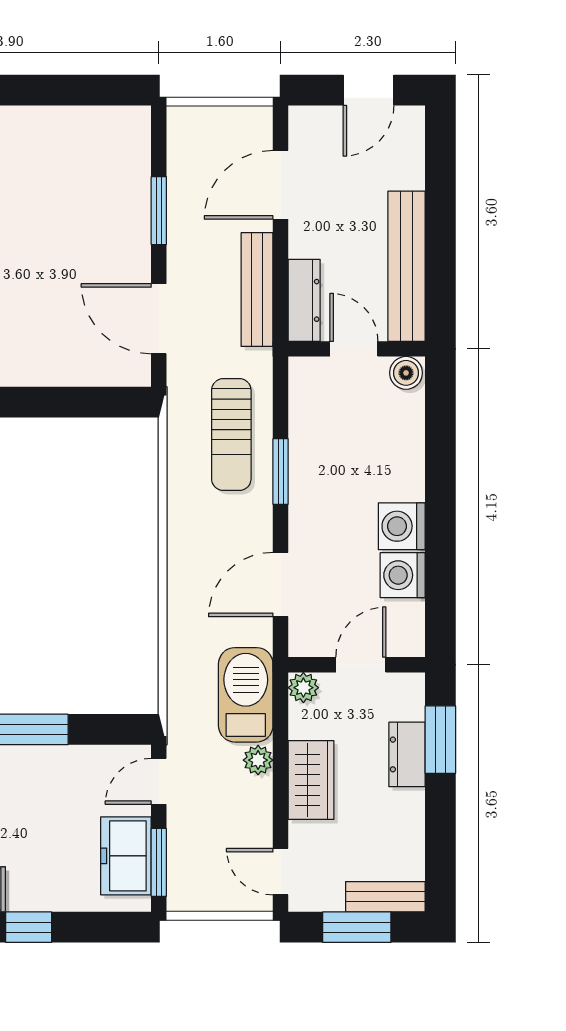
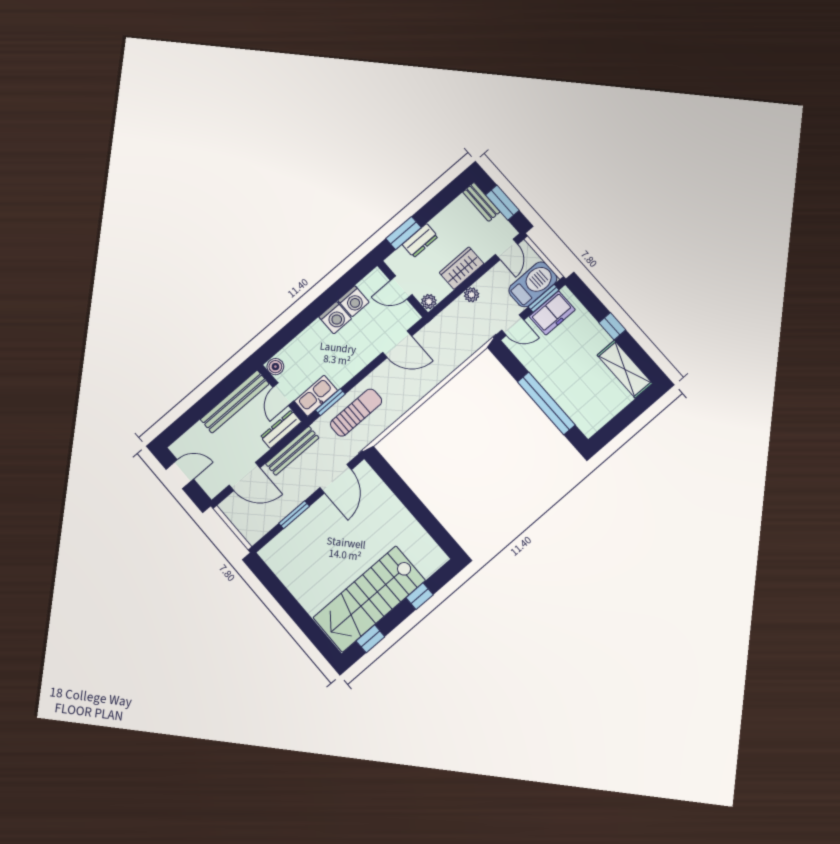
kitchen sink: (309, 396) -> (316, 396), added
window: (281, 471) -> (330, 402), moved
barbecue: (246, 695) -> (533, 284), moved, turned 180

